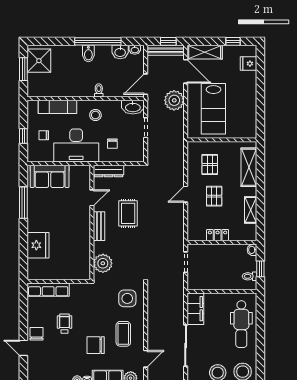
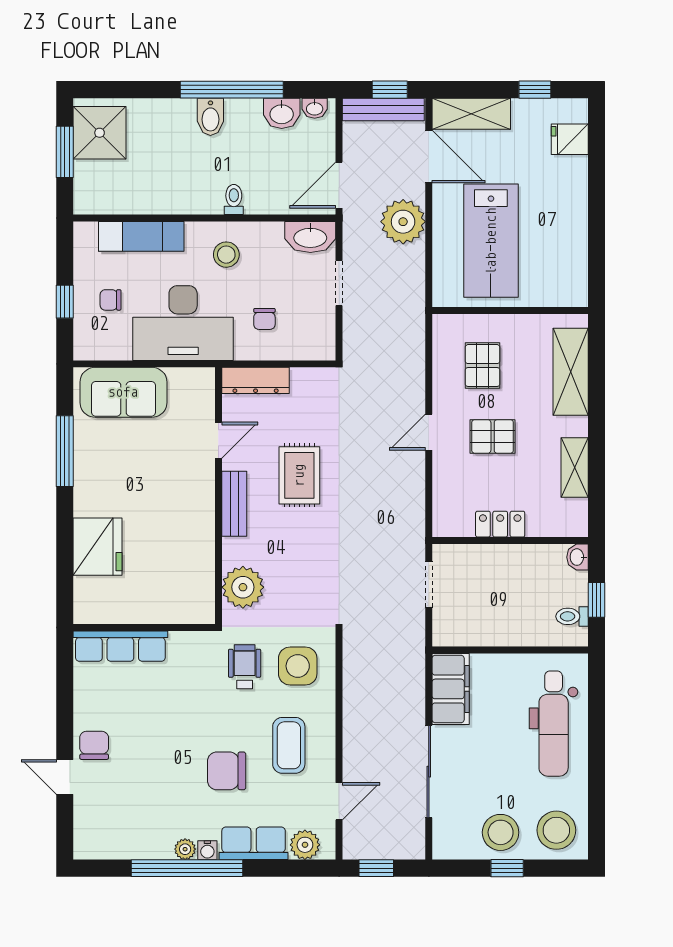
pallet: (214, 196) -> (493, 436), turned 90
wheelchair: (65, 324) -> (245, 667), moved

